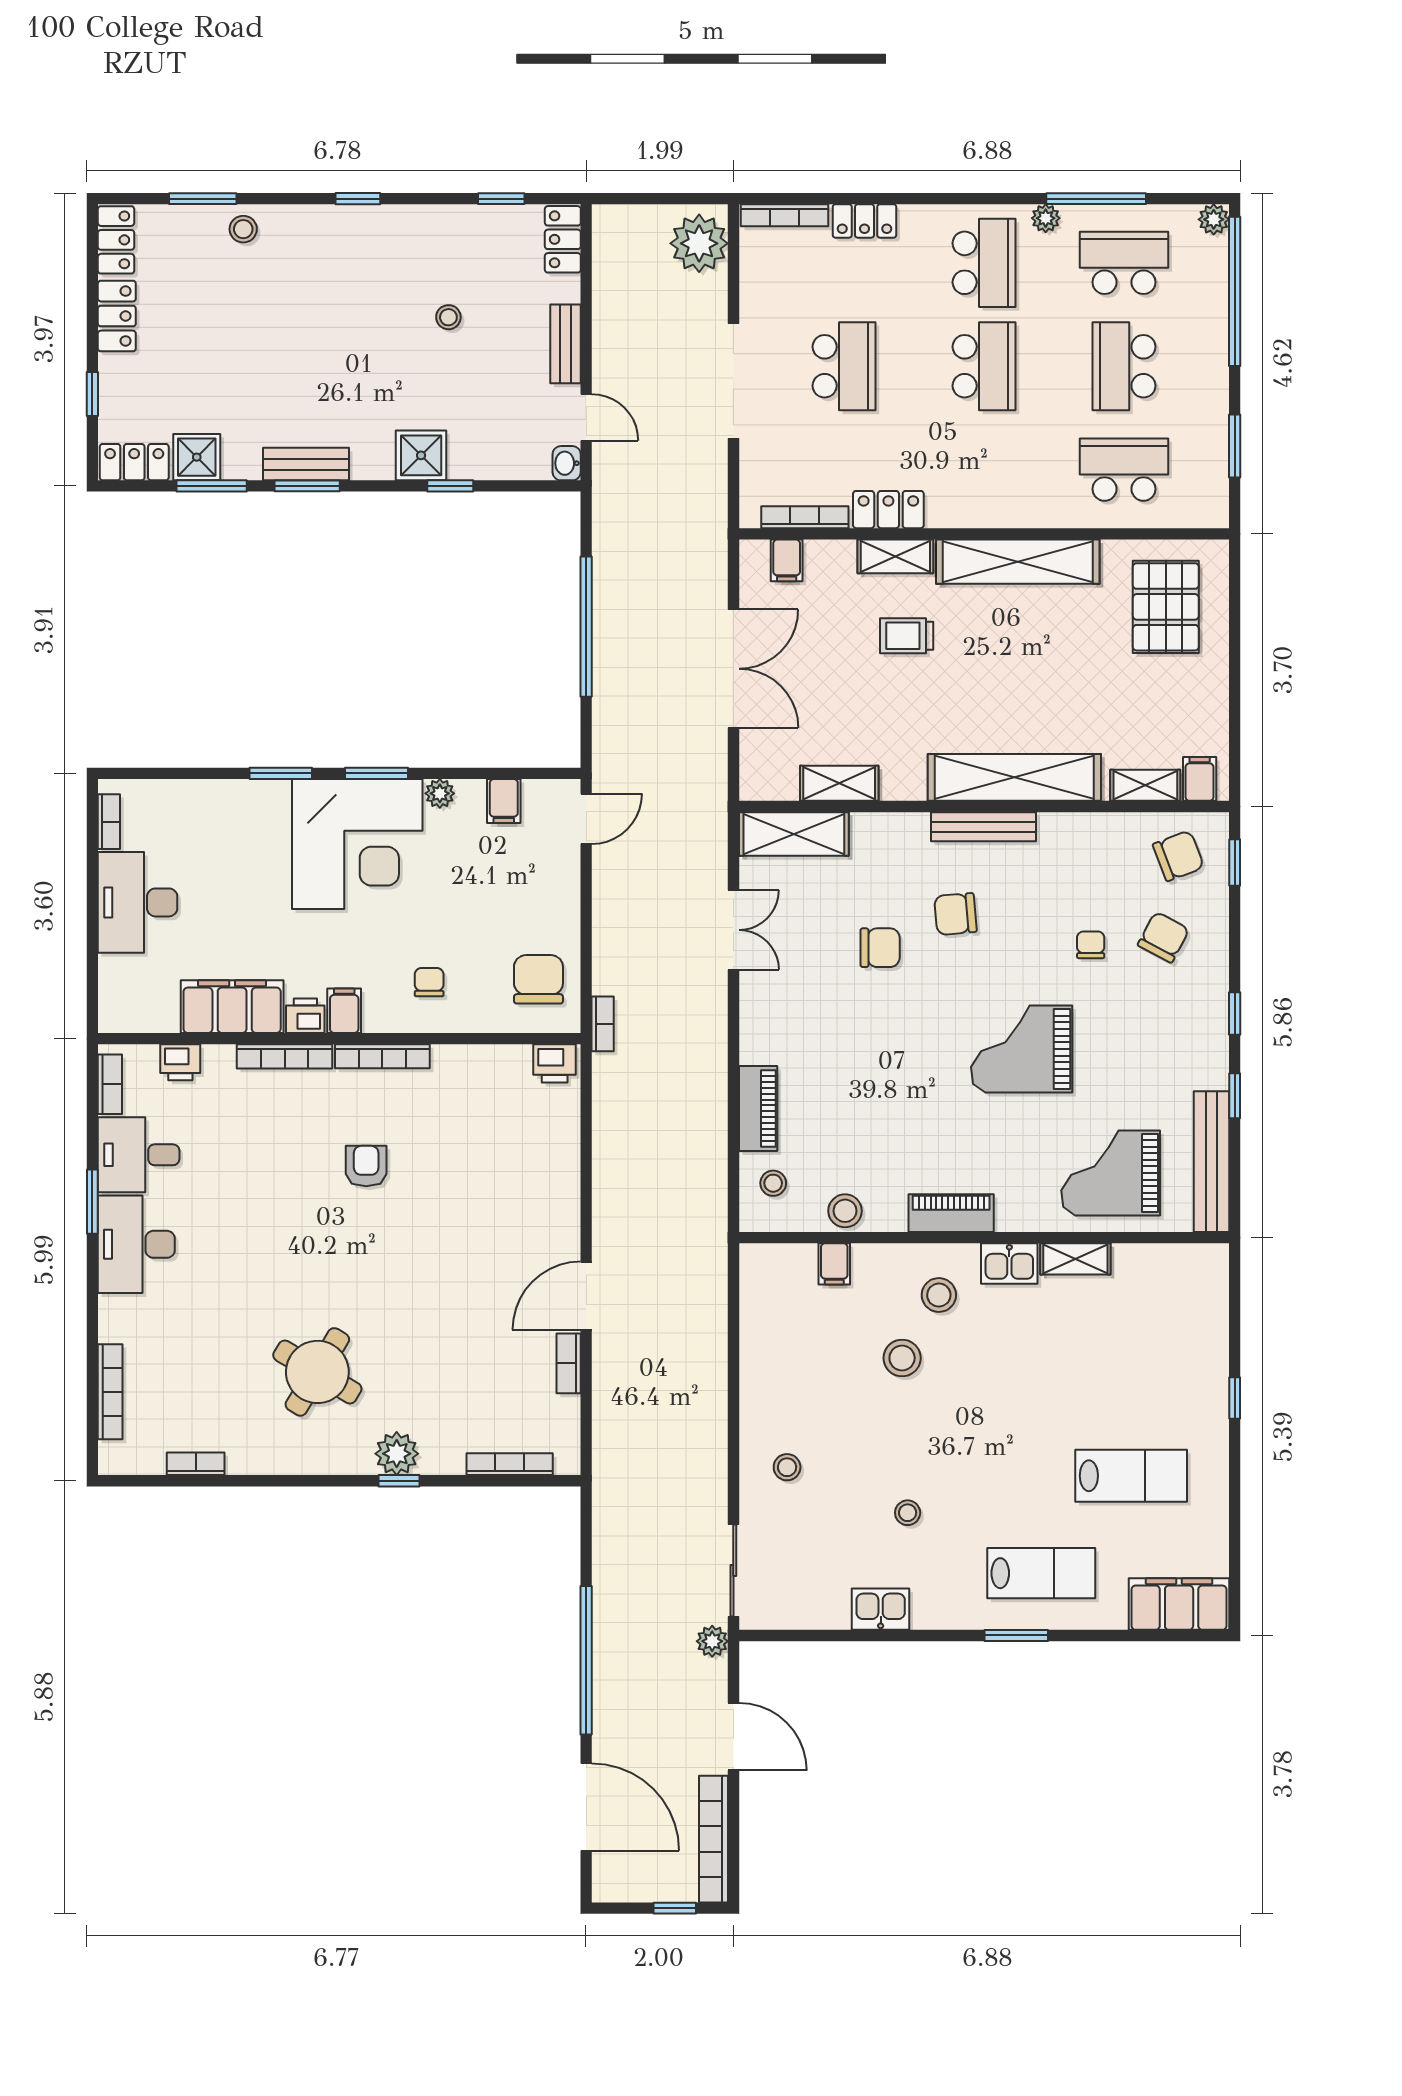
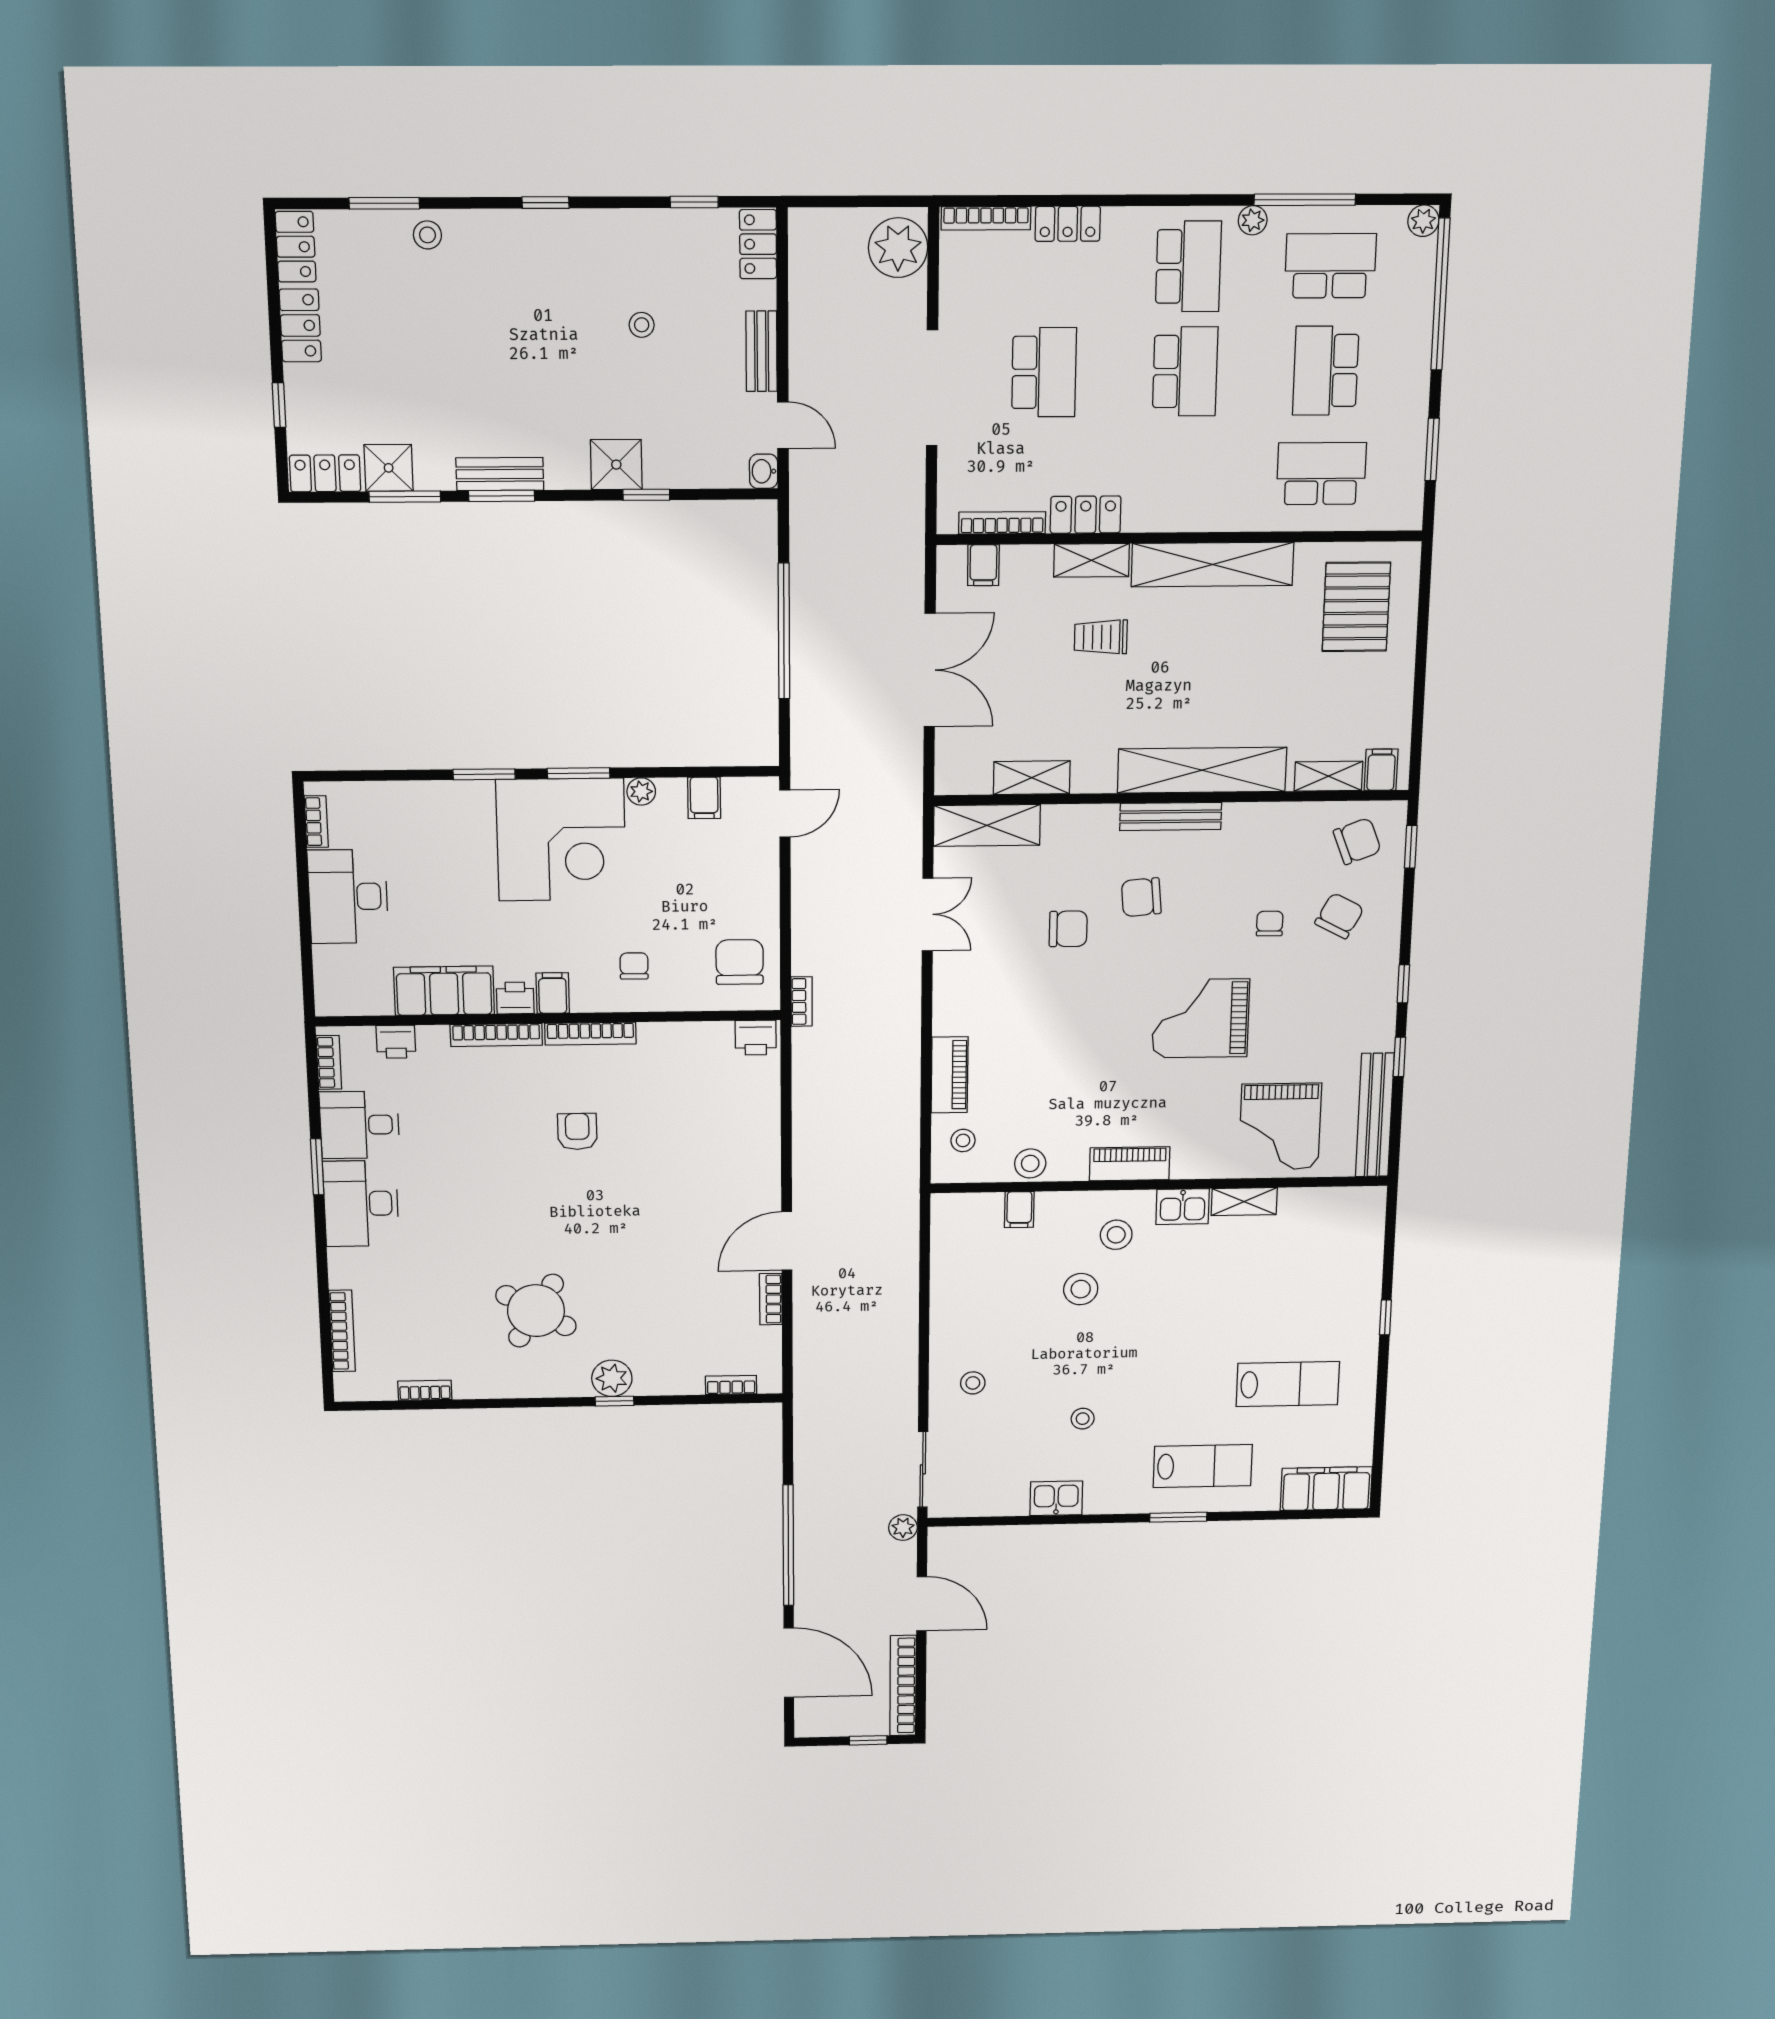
grand piano: (1111, 1173) -> (1280, 1127), turned -90
bookcase: (510, 1464) -> (731, 1385), width x0.64

